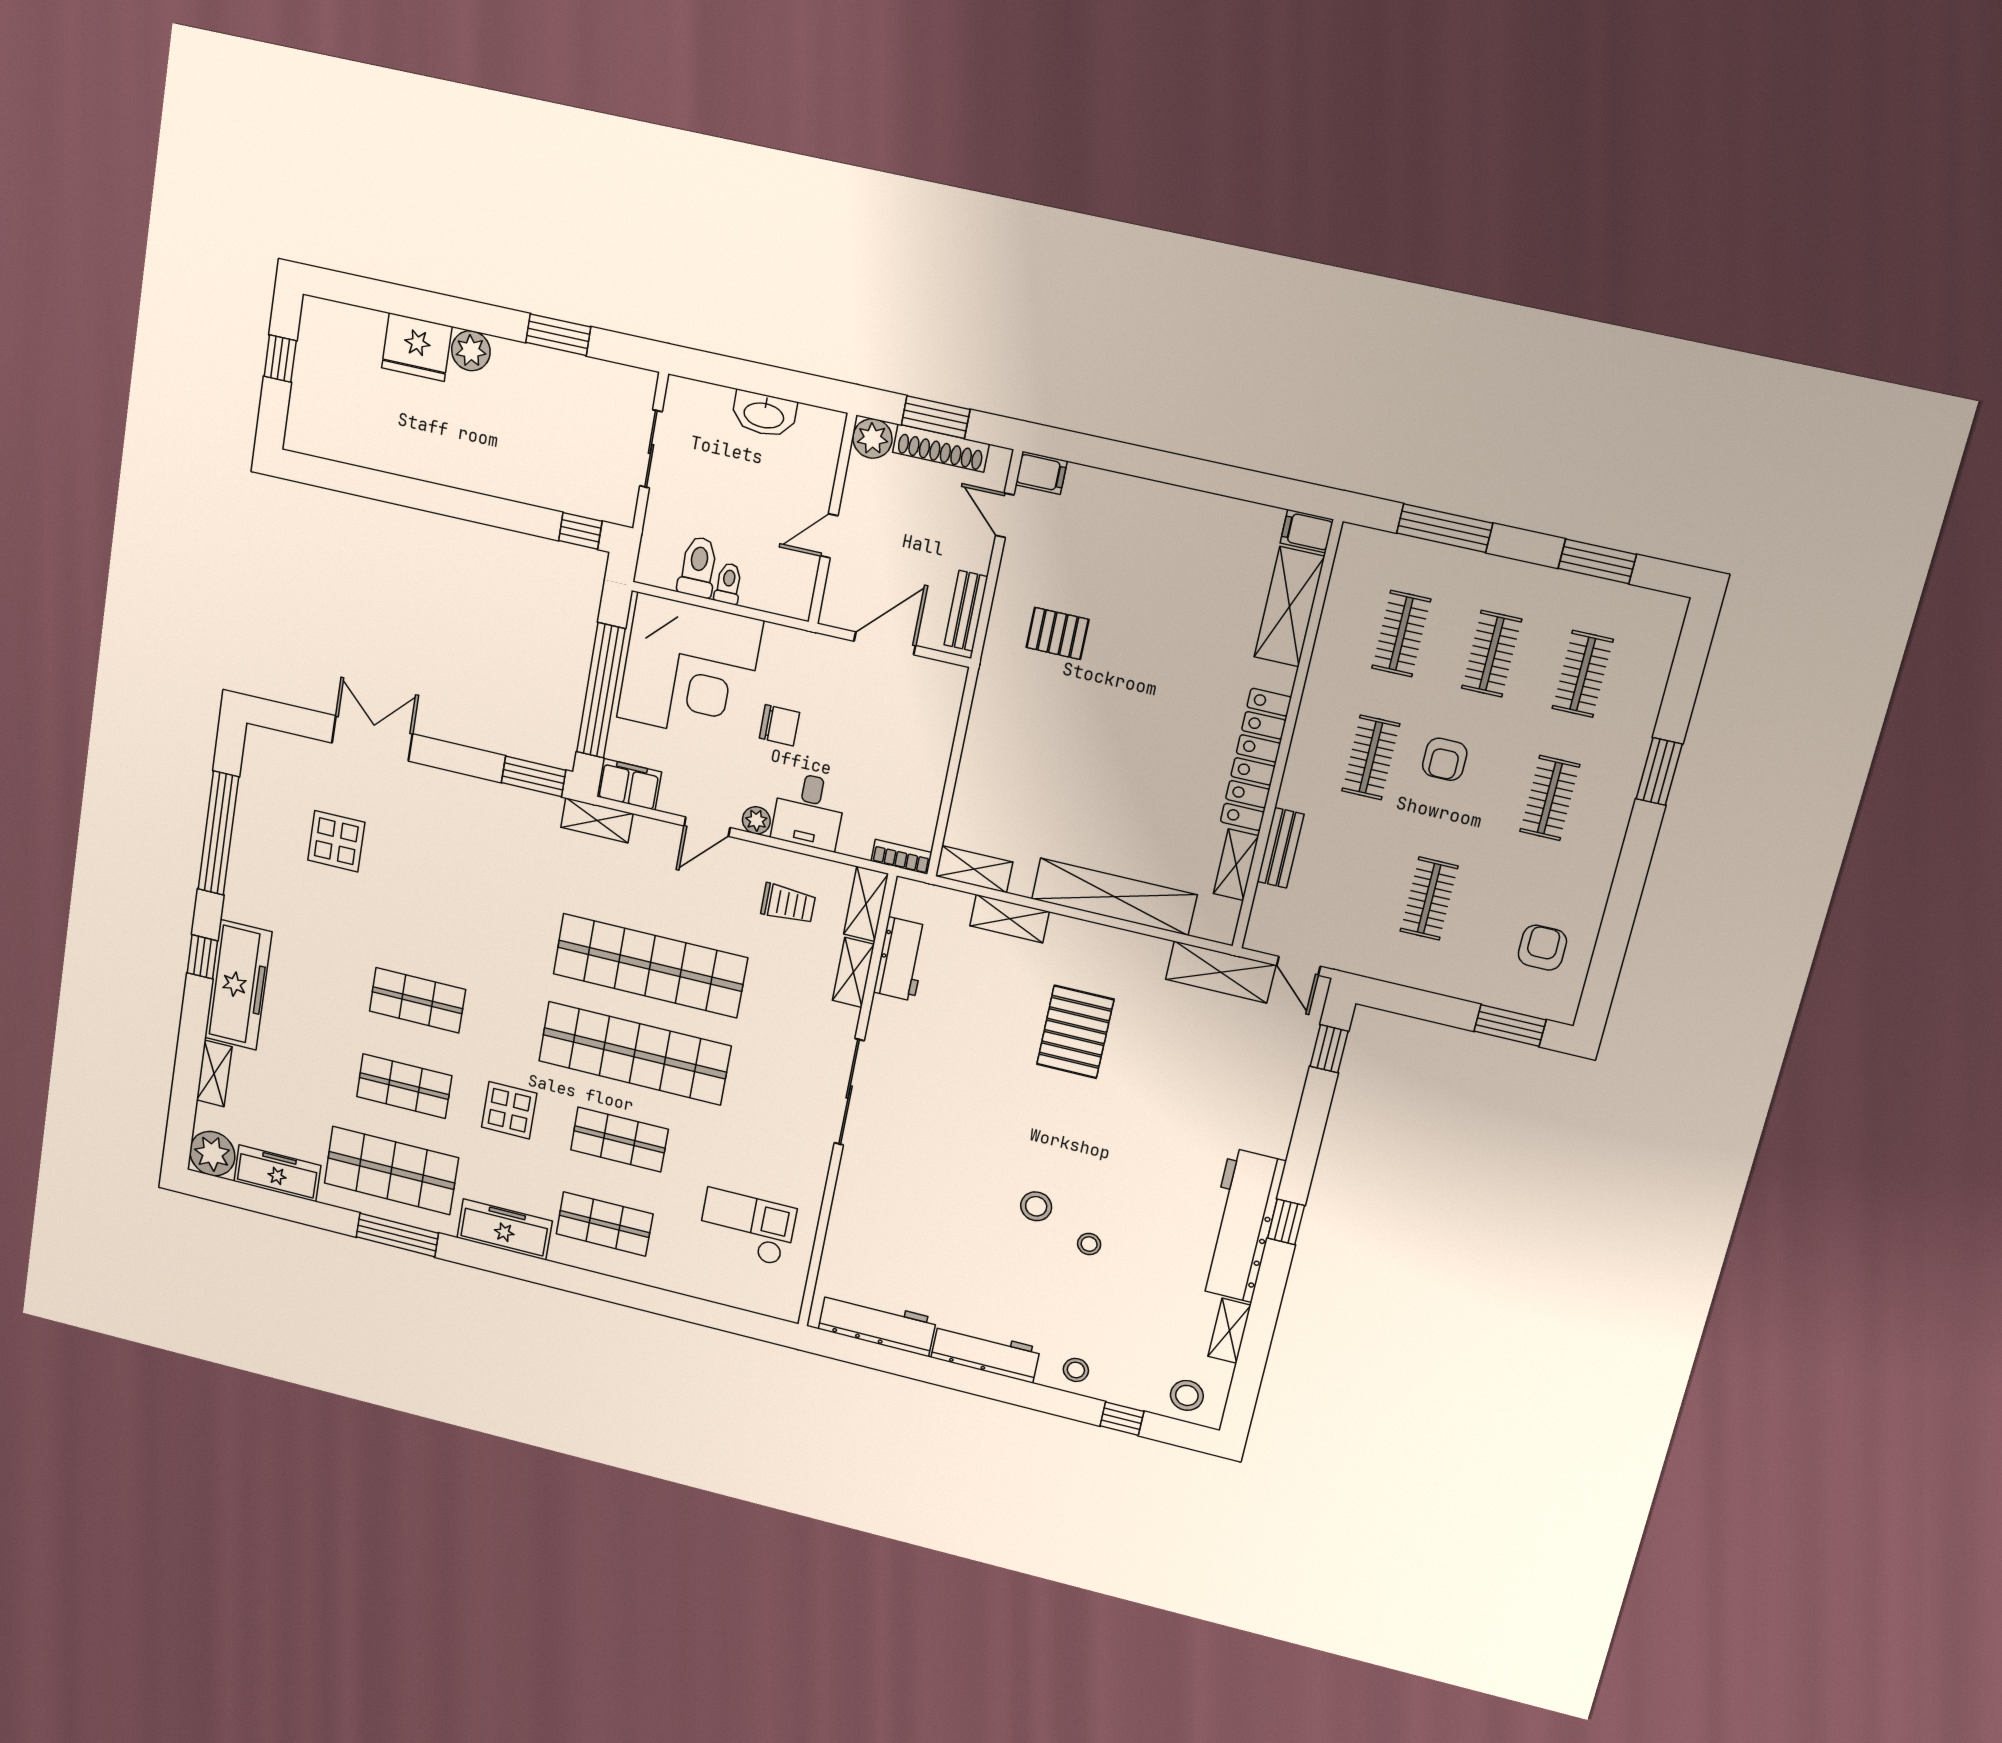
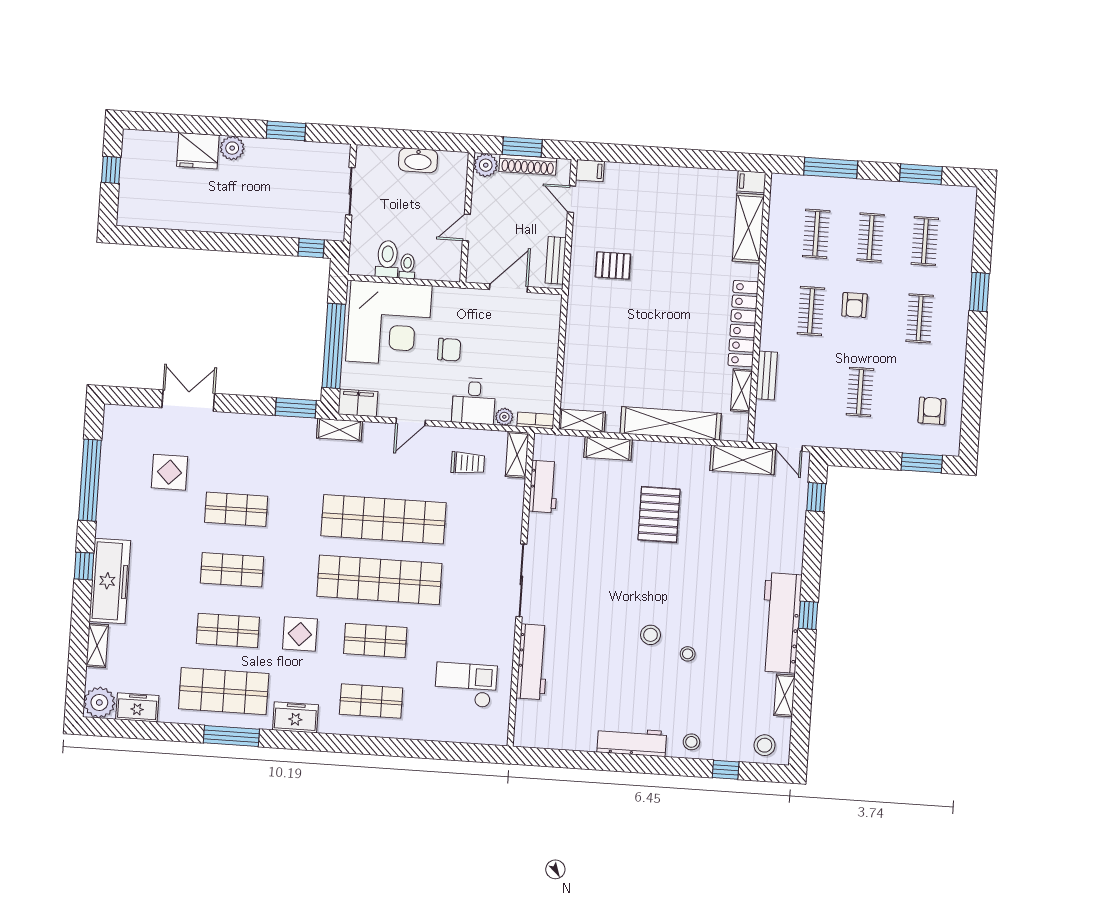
plant: (756, 820) -> (504, 417), moved
shop shelf: (431, 913) -> (236, 509), added
shelving: (853, 972) -> (514, 501), removed
freezer: (277, 1173) -> (137, 707), width x0.71
freezer: (505, 1229) -> (295, 717), width x0.71
workbench: (877, 1324) -> (532, 662), moved, turned 90

